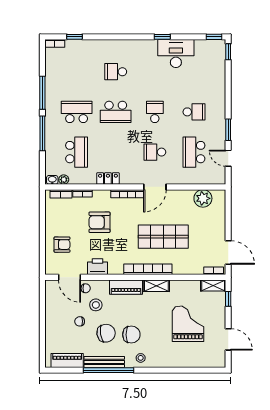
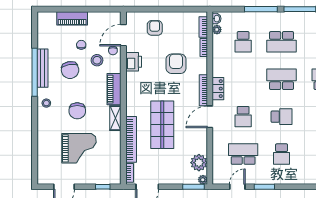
school desk: (77, 112) -> (282, 42), turned 90
school desk: (116, 112) -> (282, 79), turned 90
school desk: (77, 152) -> (243, 42), width x0.54
school desk: (155, 152) -> (243, 117), turned 180
locker: (108, 178) -> (218, 89), moved
door: (155, 187) -> (210, 117), hinge flipped
plant: (221, 194) -> (203, 180), added
window: (228, 204) -> (194, 187), added
armchair: (62, 245) -> (155, 28), turned 180
bookcase: (148, 269) -> (131, 139), moved
shelving: (213, 285) -> (116, 172), removed
chair: (131, 335) -> (77, 111), moved
piano: (67, 360) -> (72, 18), moved, turned 90

